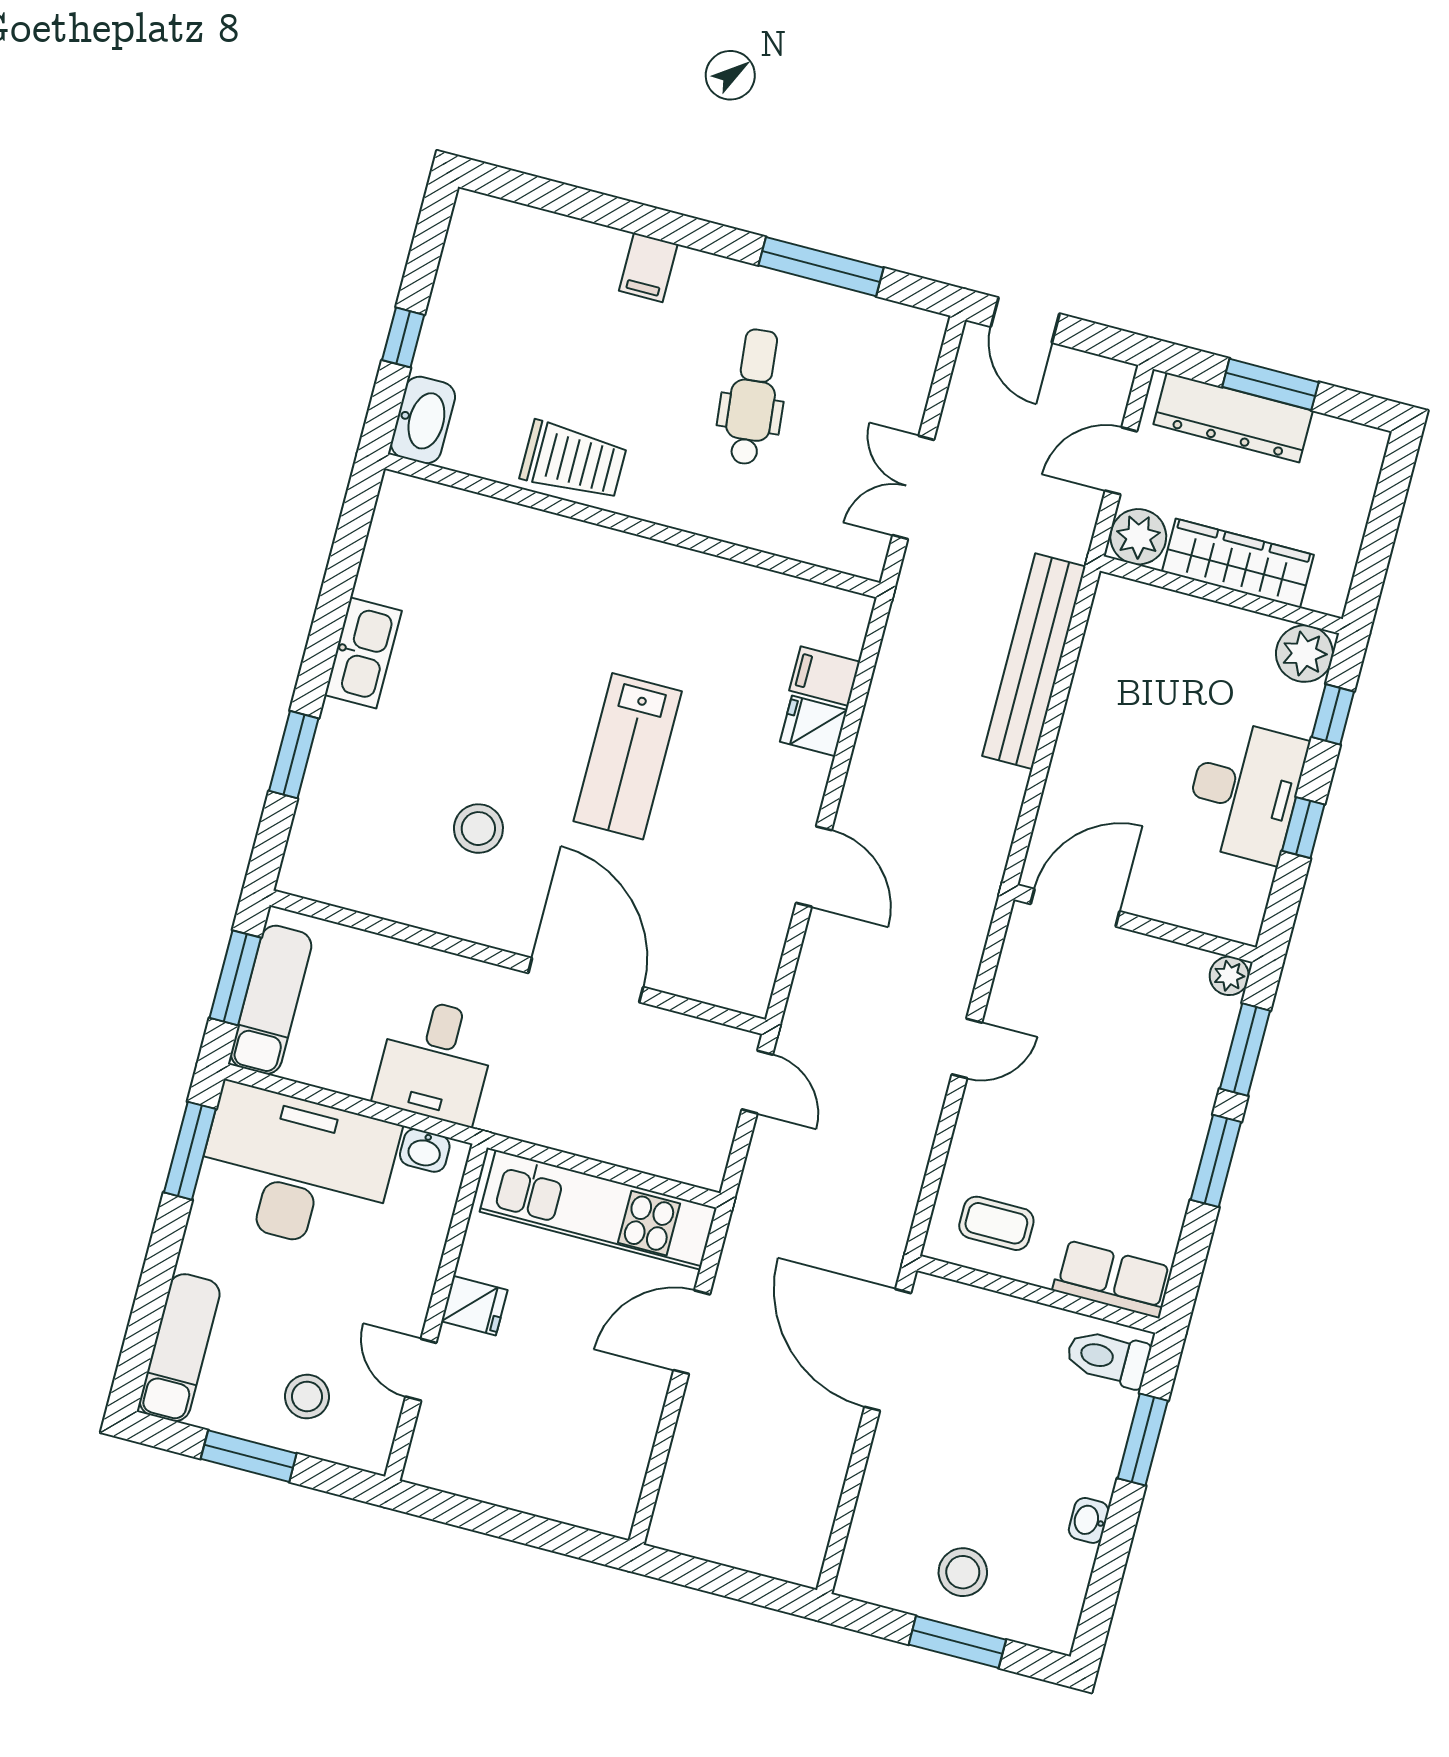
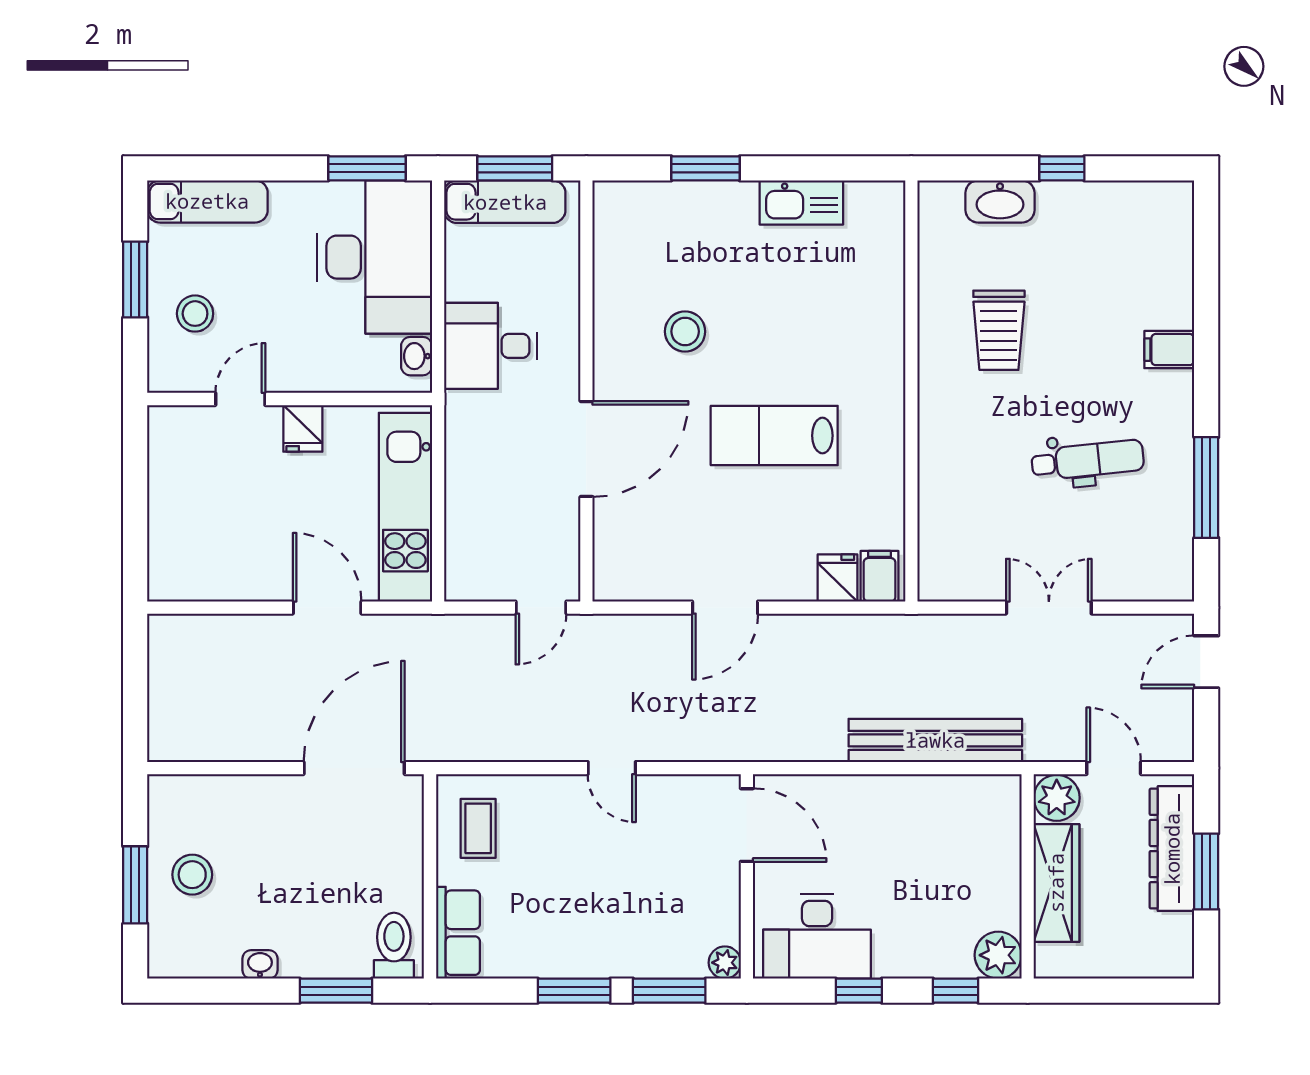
wall: (632, 526) -> (911, 391), moved
desk: (1245, 791) -> (817, 936), moved

